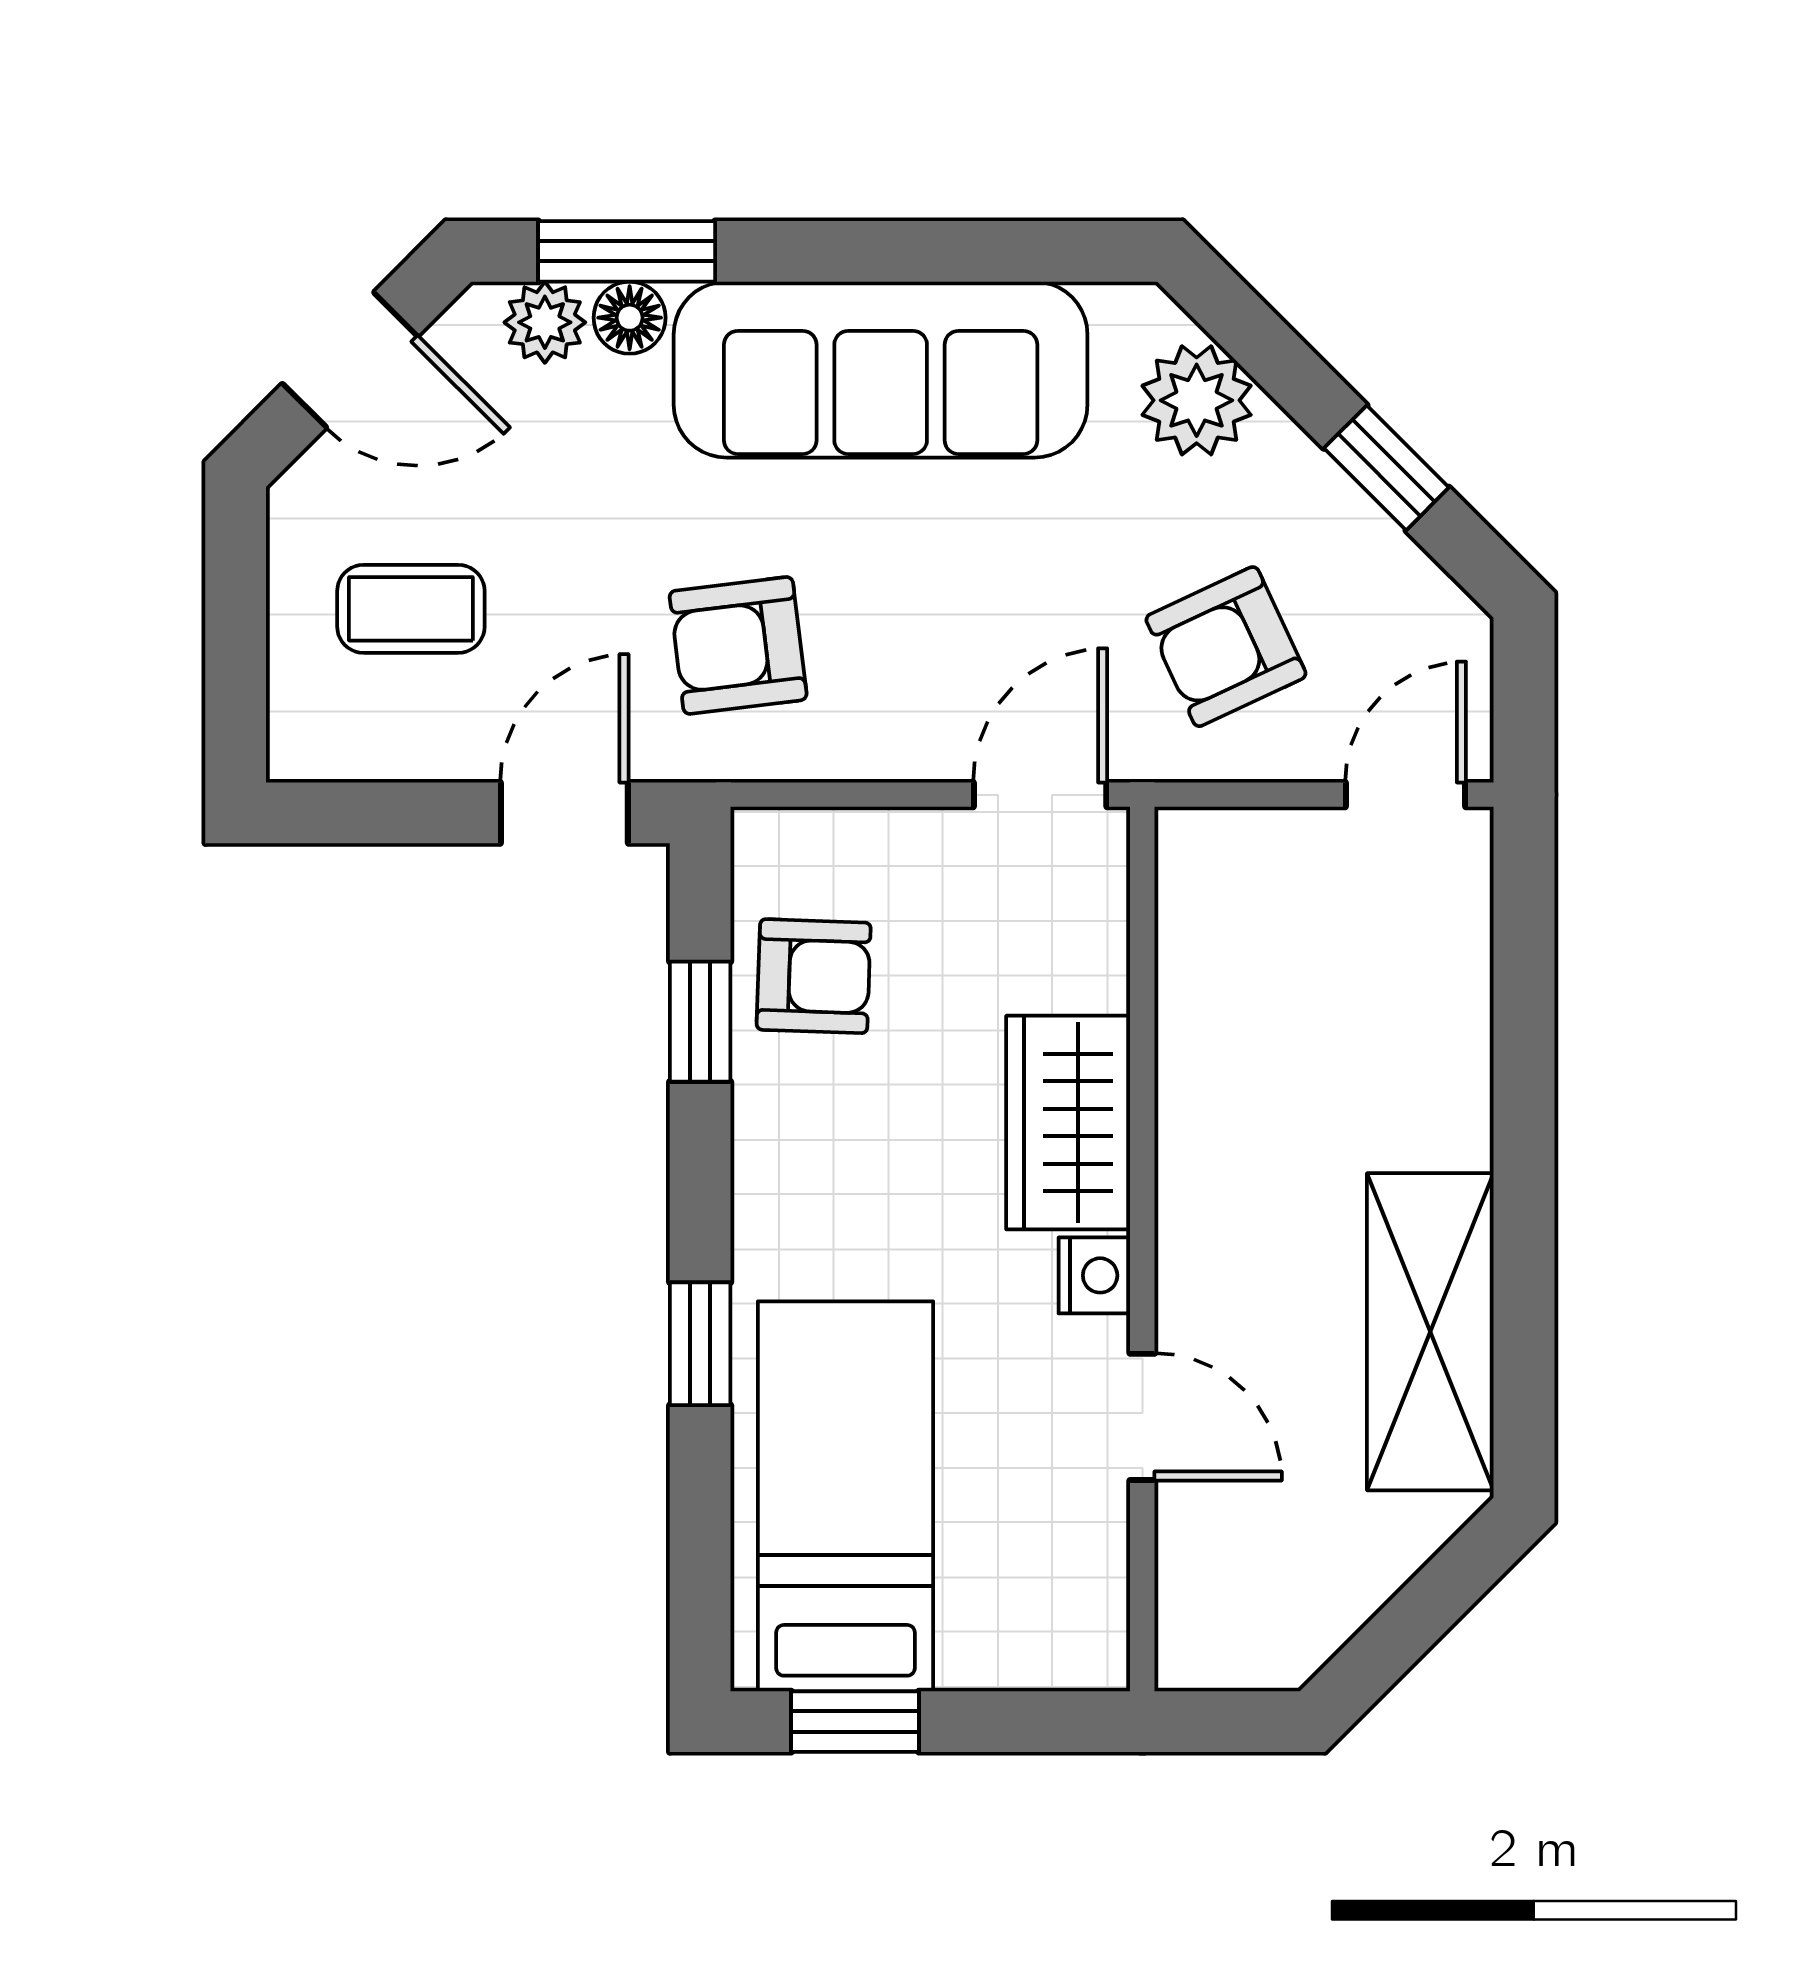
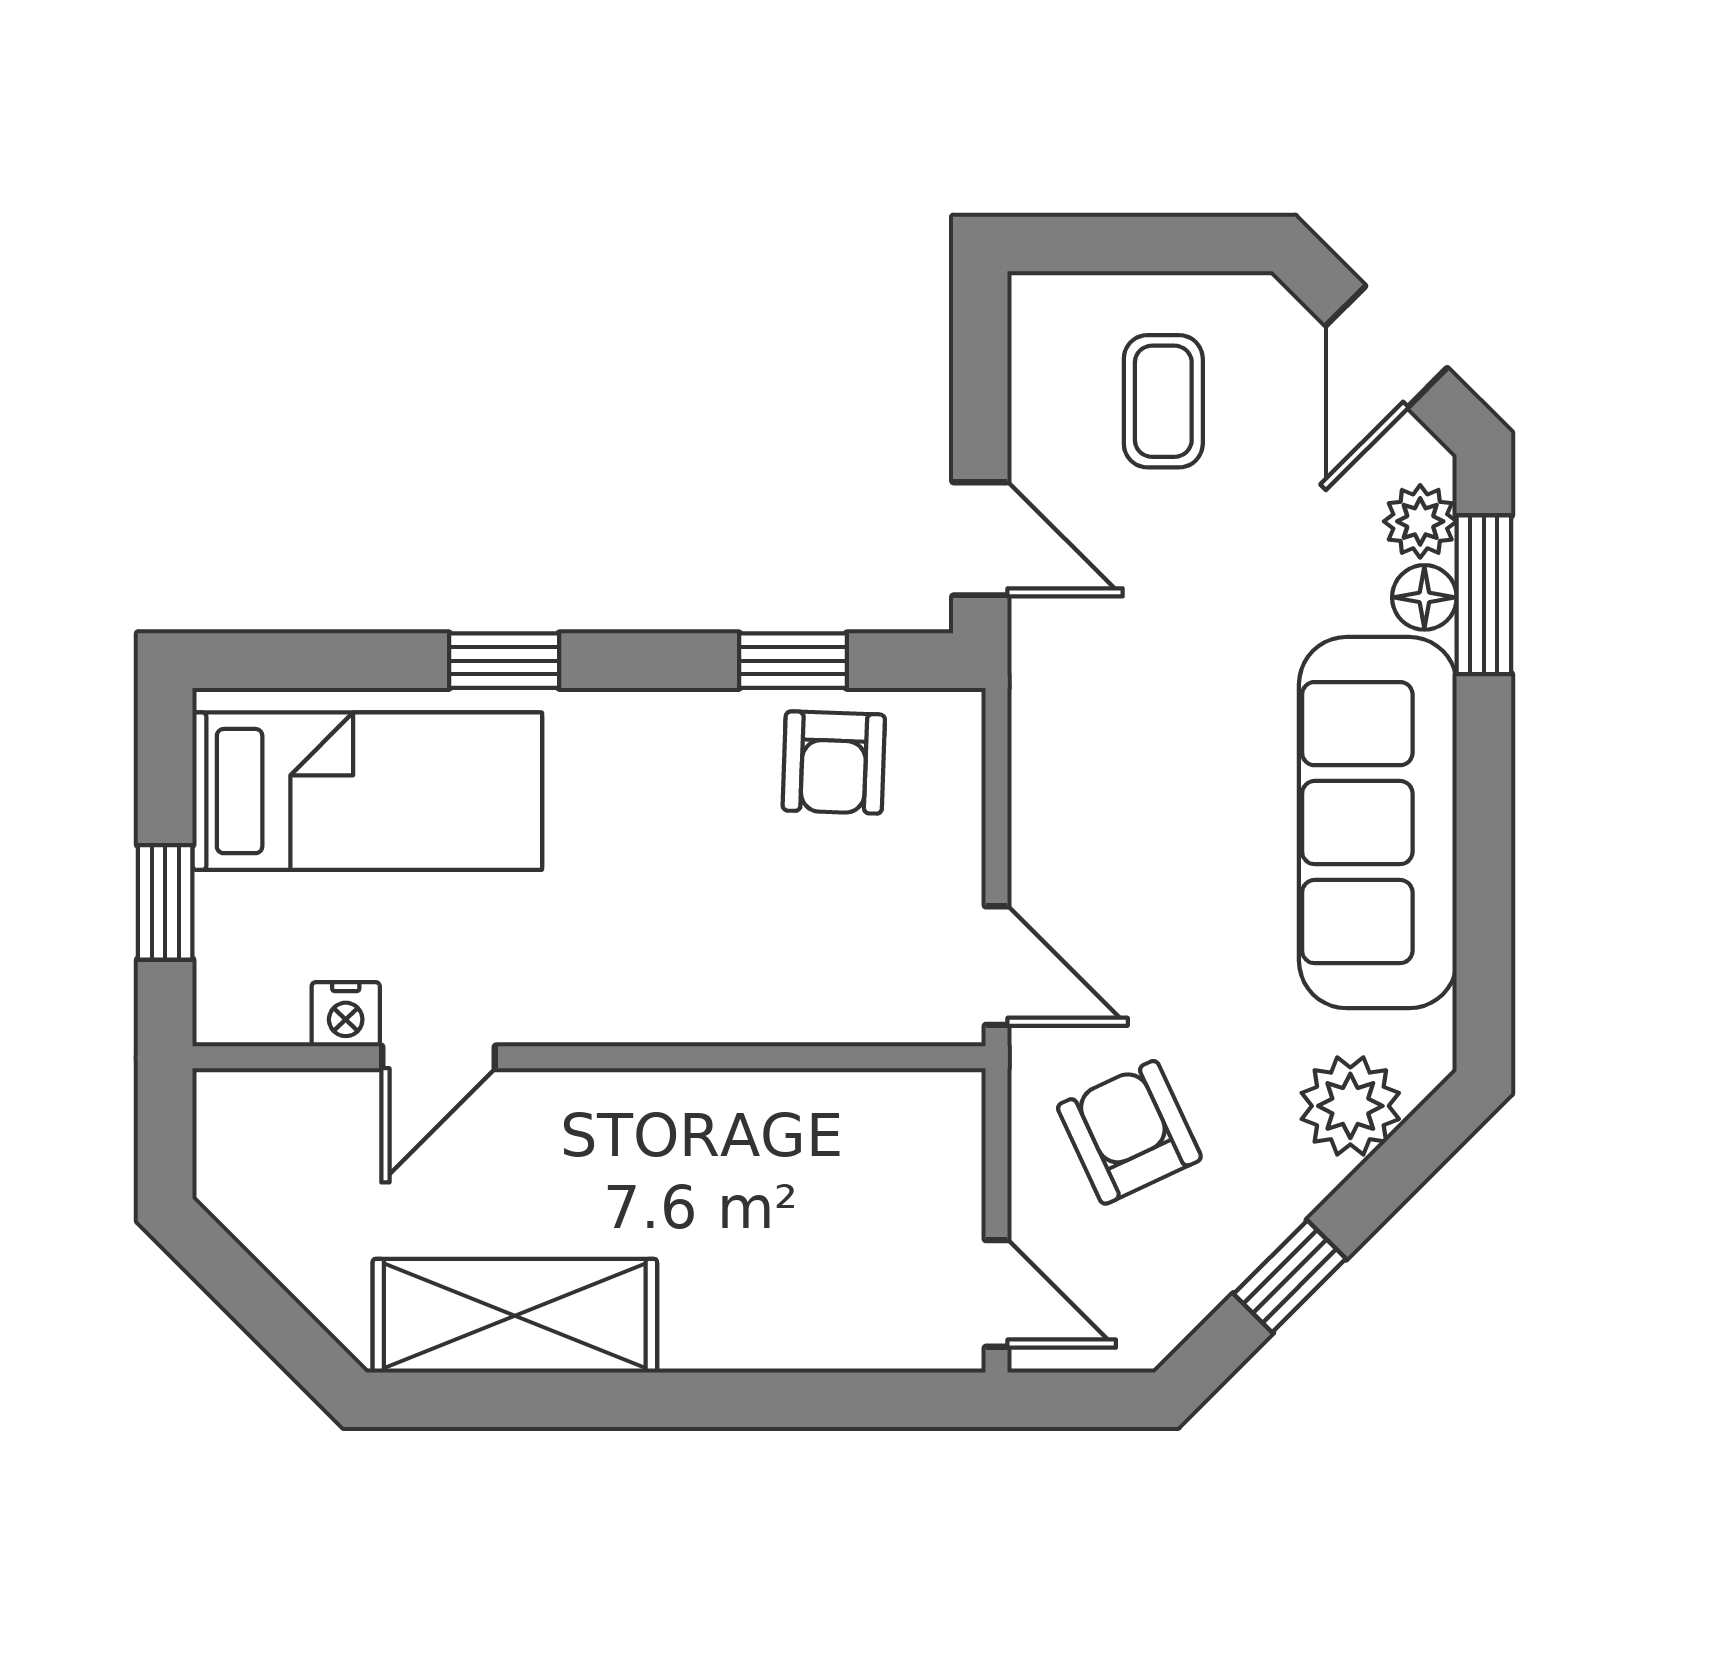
armchair: (738, 645) -> (1130, 695), removed
wardrobe: (1068, 1123) -> (702, 991), removed
nightstand: (1094, 1275) -> (346, 1014), moved
window: (855, 1722) -> (165, 902), moved

